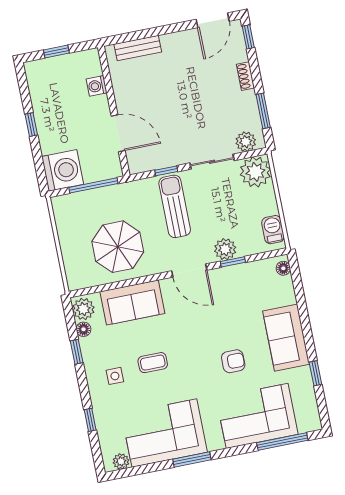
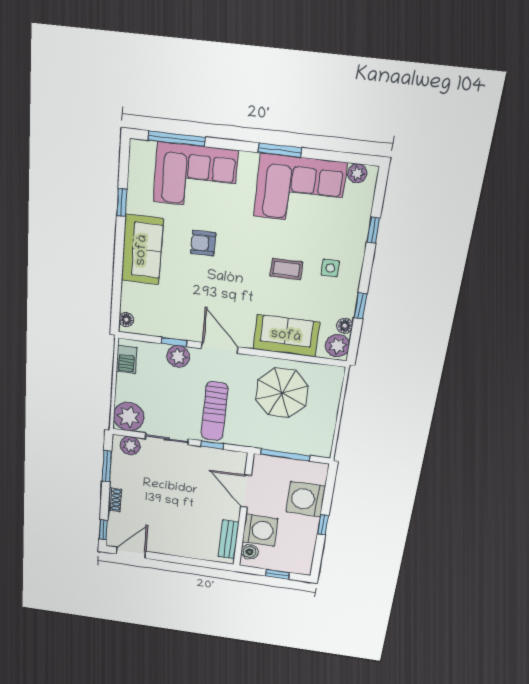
bench: (138, 48) -> (229, 539), moved, turned 90
boiler: (93, 67) -> (249, 552), added
washing machine: (97, 86) -> (260, 530), width x1.89, depth x1.89
washing machine: (63, 170) -> (306, 499), moved

